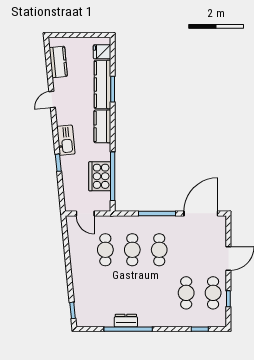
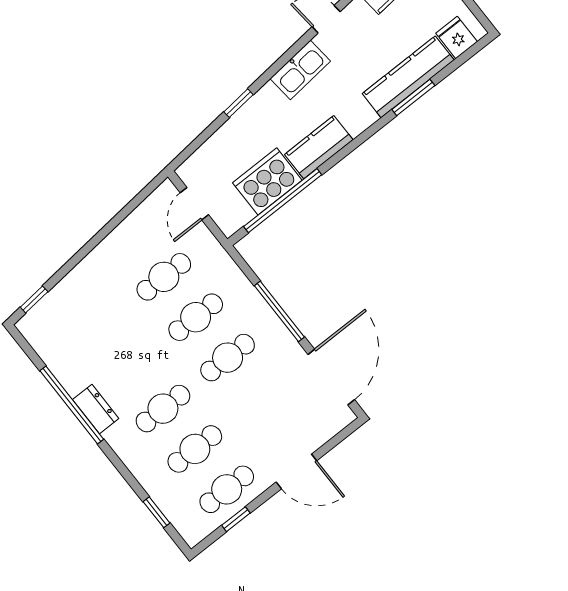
kitchen counter: (102, 126) -> (319, 147), moved
kitchen sink: (66, 140) -> (300, 70), moved
door: (201, 213) -> (331, 377), hinge flipped
cafe table: (159, 293) -> (163, 409), added
dresser: (126, 321) -> (96, 409), moved

